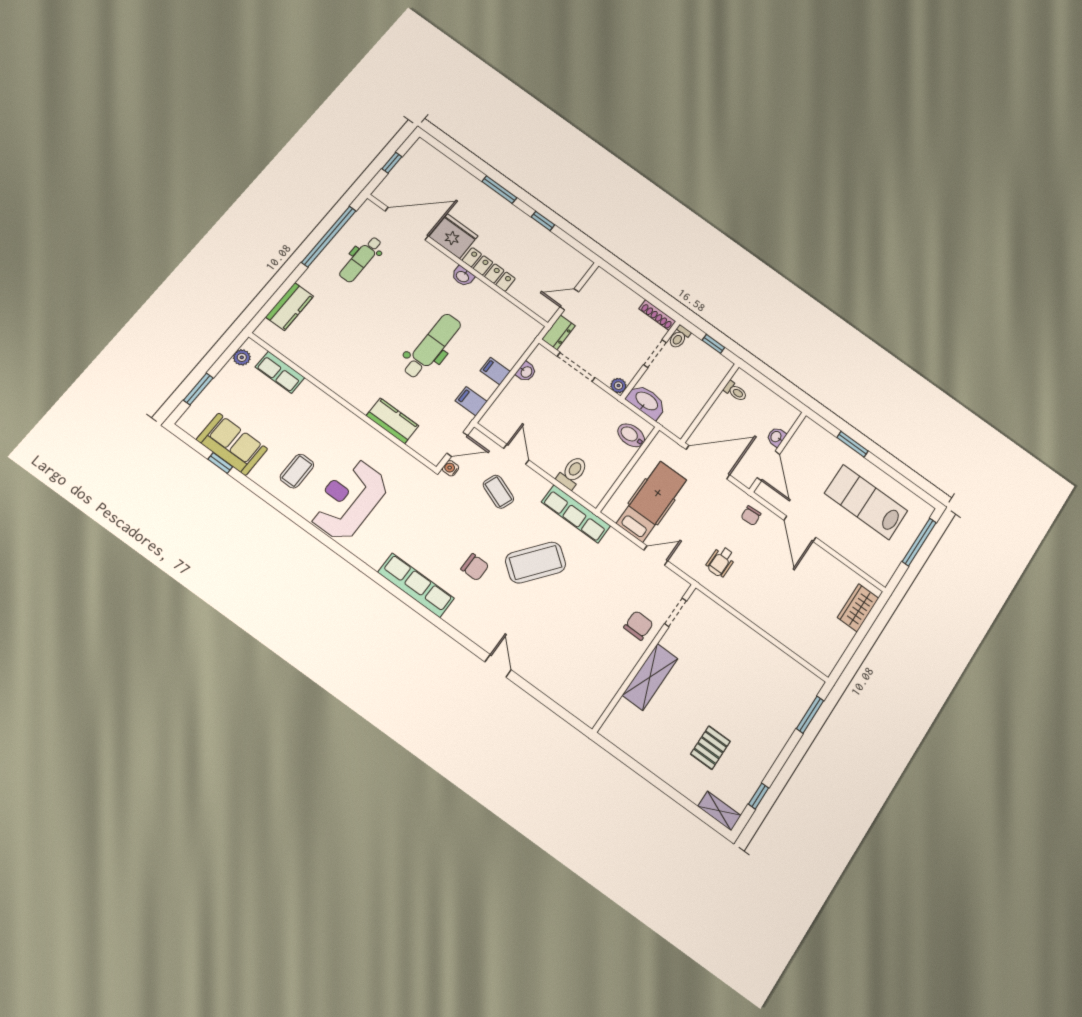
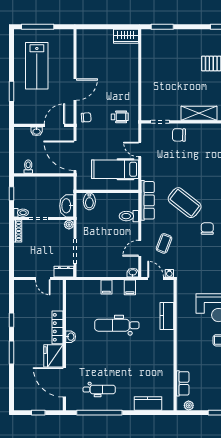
washbasin: (526, 372) -> (133, 273), moved
wardrobe: (858, 608) -> (126, 36), moved

